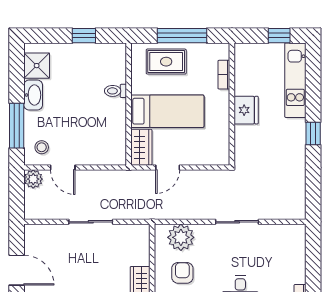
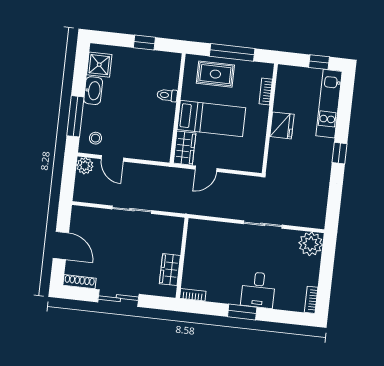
plant: (181, 237) -> (311, 244), moved
armchair: (182, 273) -> (209, 265), removed

